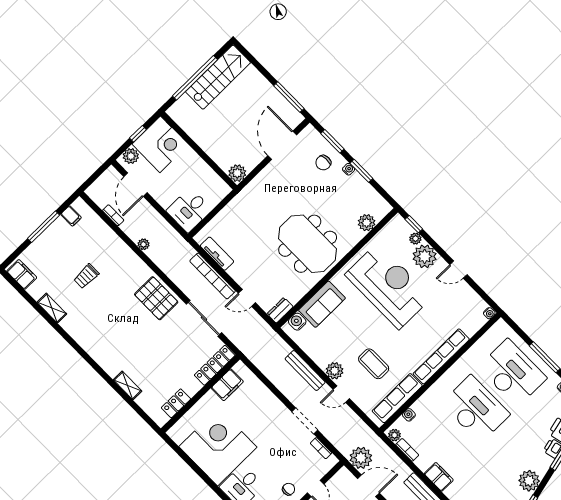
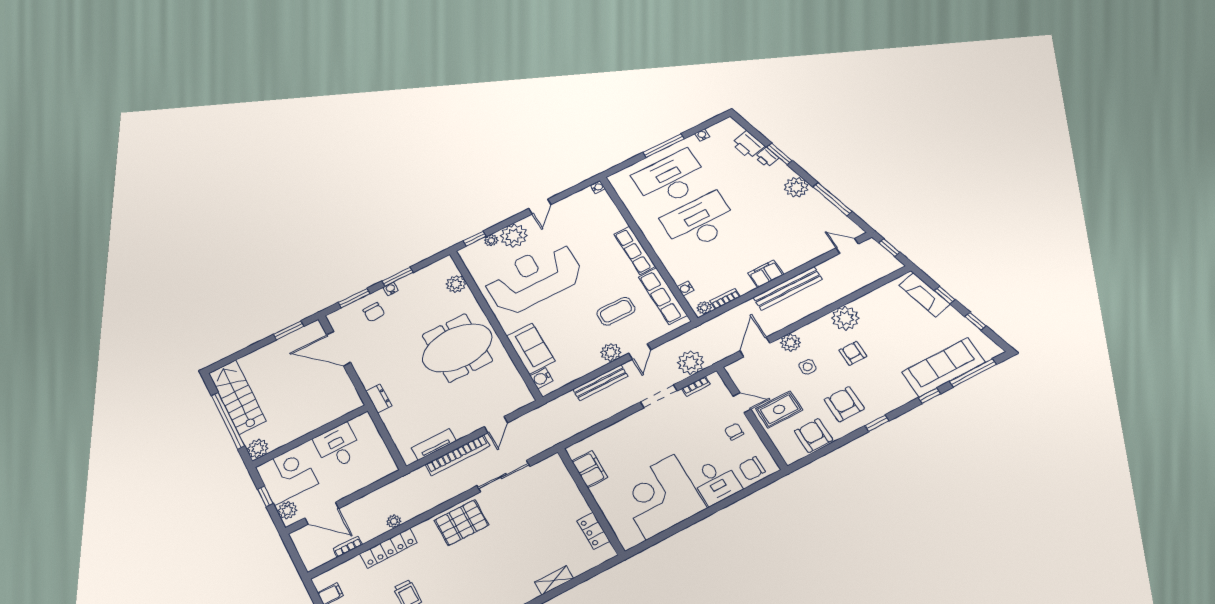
window: (289, 97) -> (289, 330), width x0.69
plant: (237, 173) -> (258, 449), moved
desk: (189, 210) -> (338, 446), moved, turned 180
dresser: (280, 310) -> (379, 399), moved, turned 180
row of seats: (441, 356) -> (635, 250), width x0.73
locker: (215, 365) -> (389, 548), moved, turned -90
plant: (361, 458) -> (691, 363), moved

